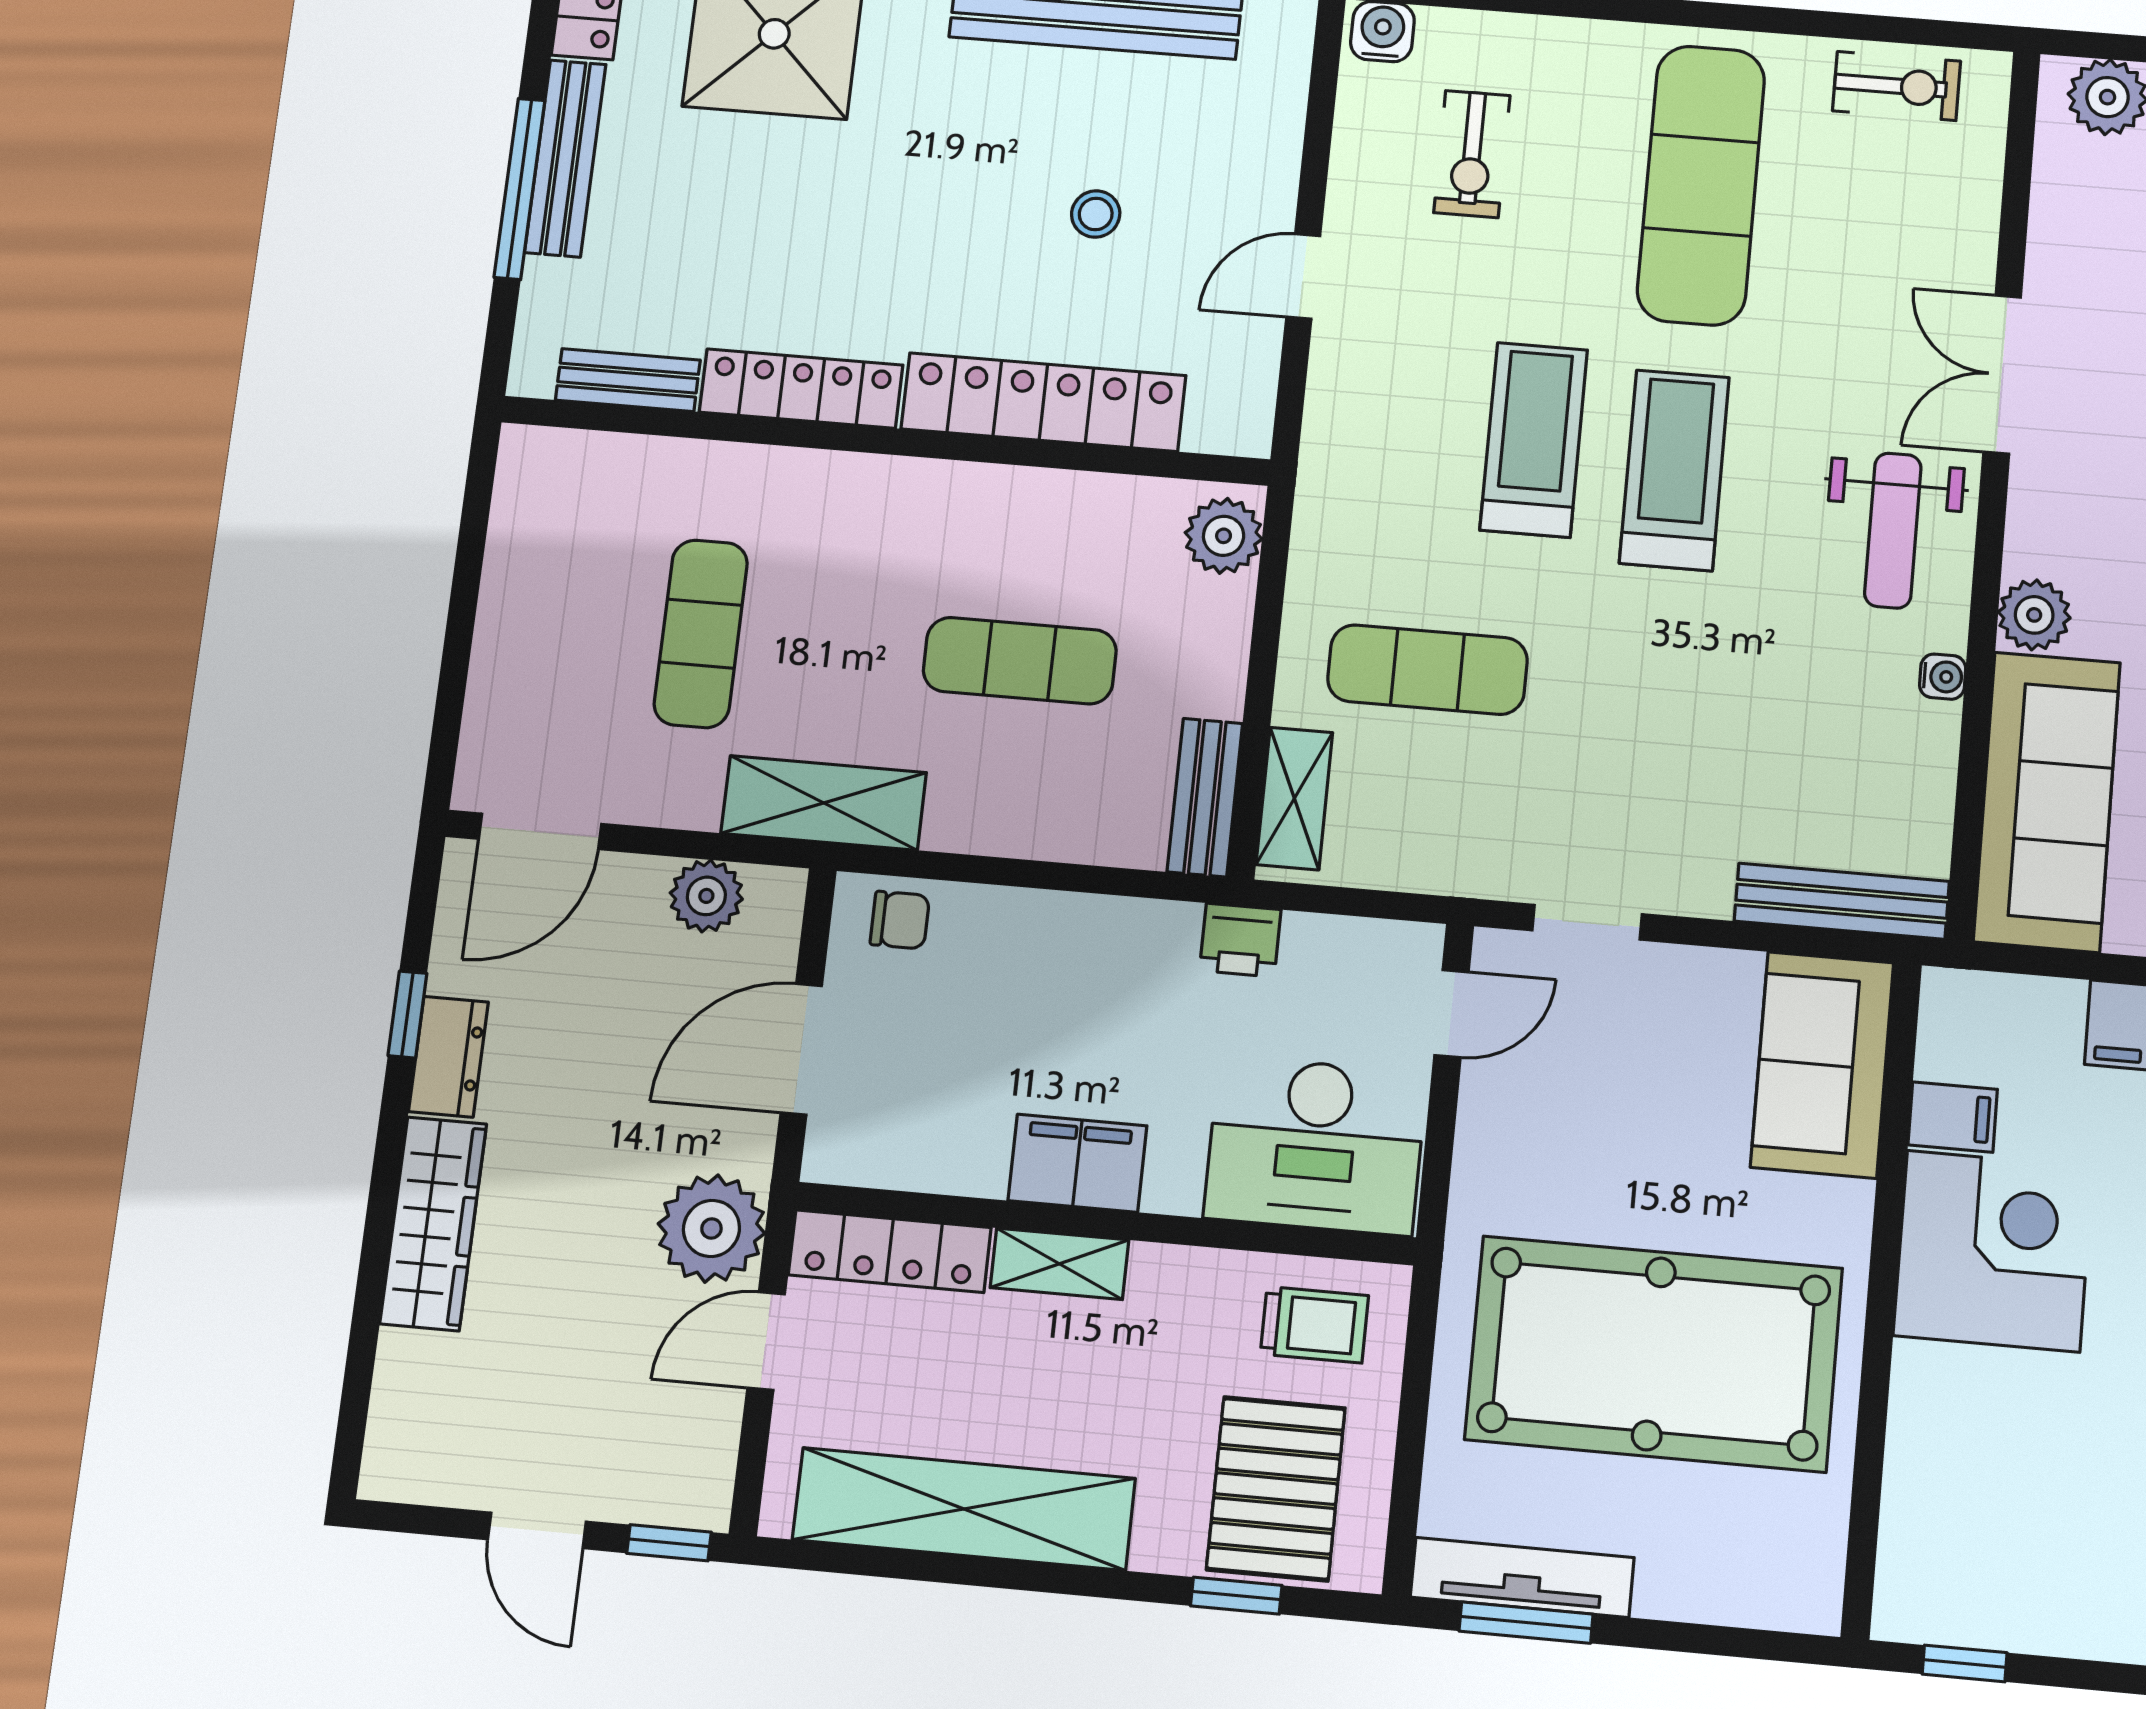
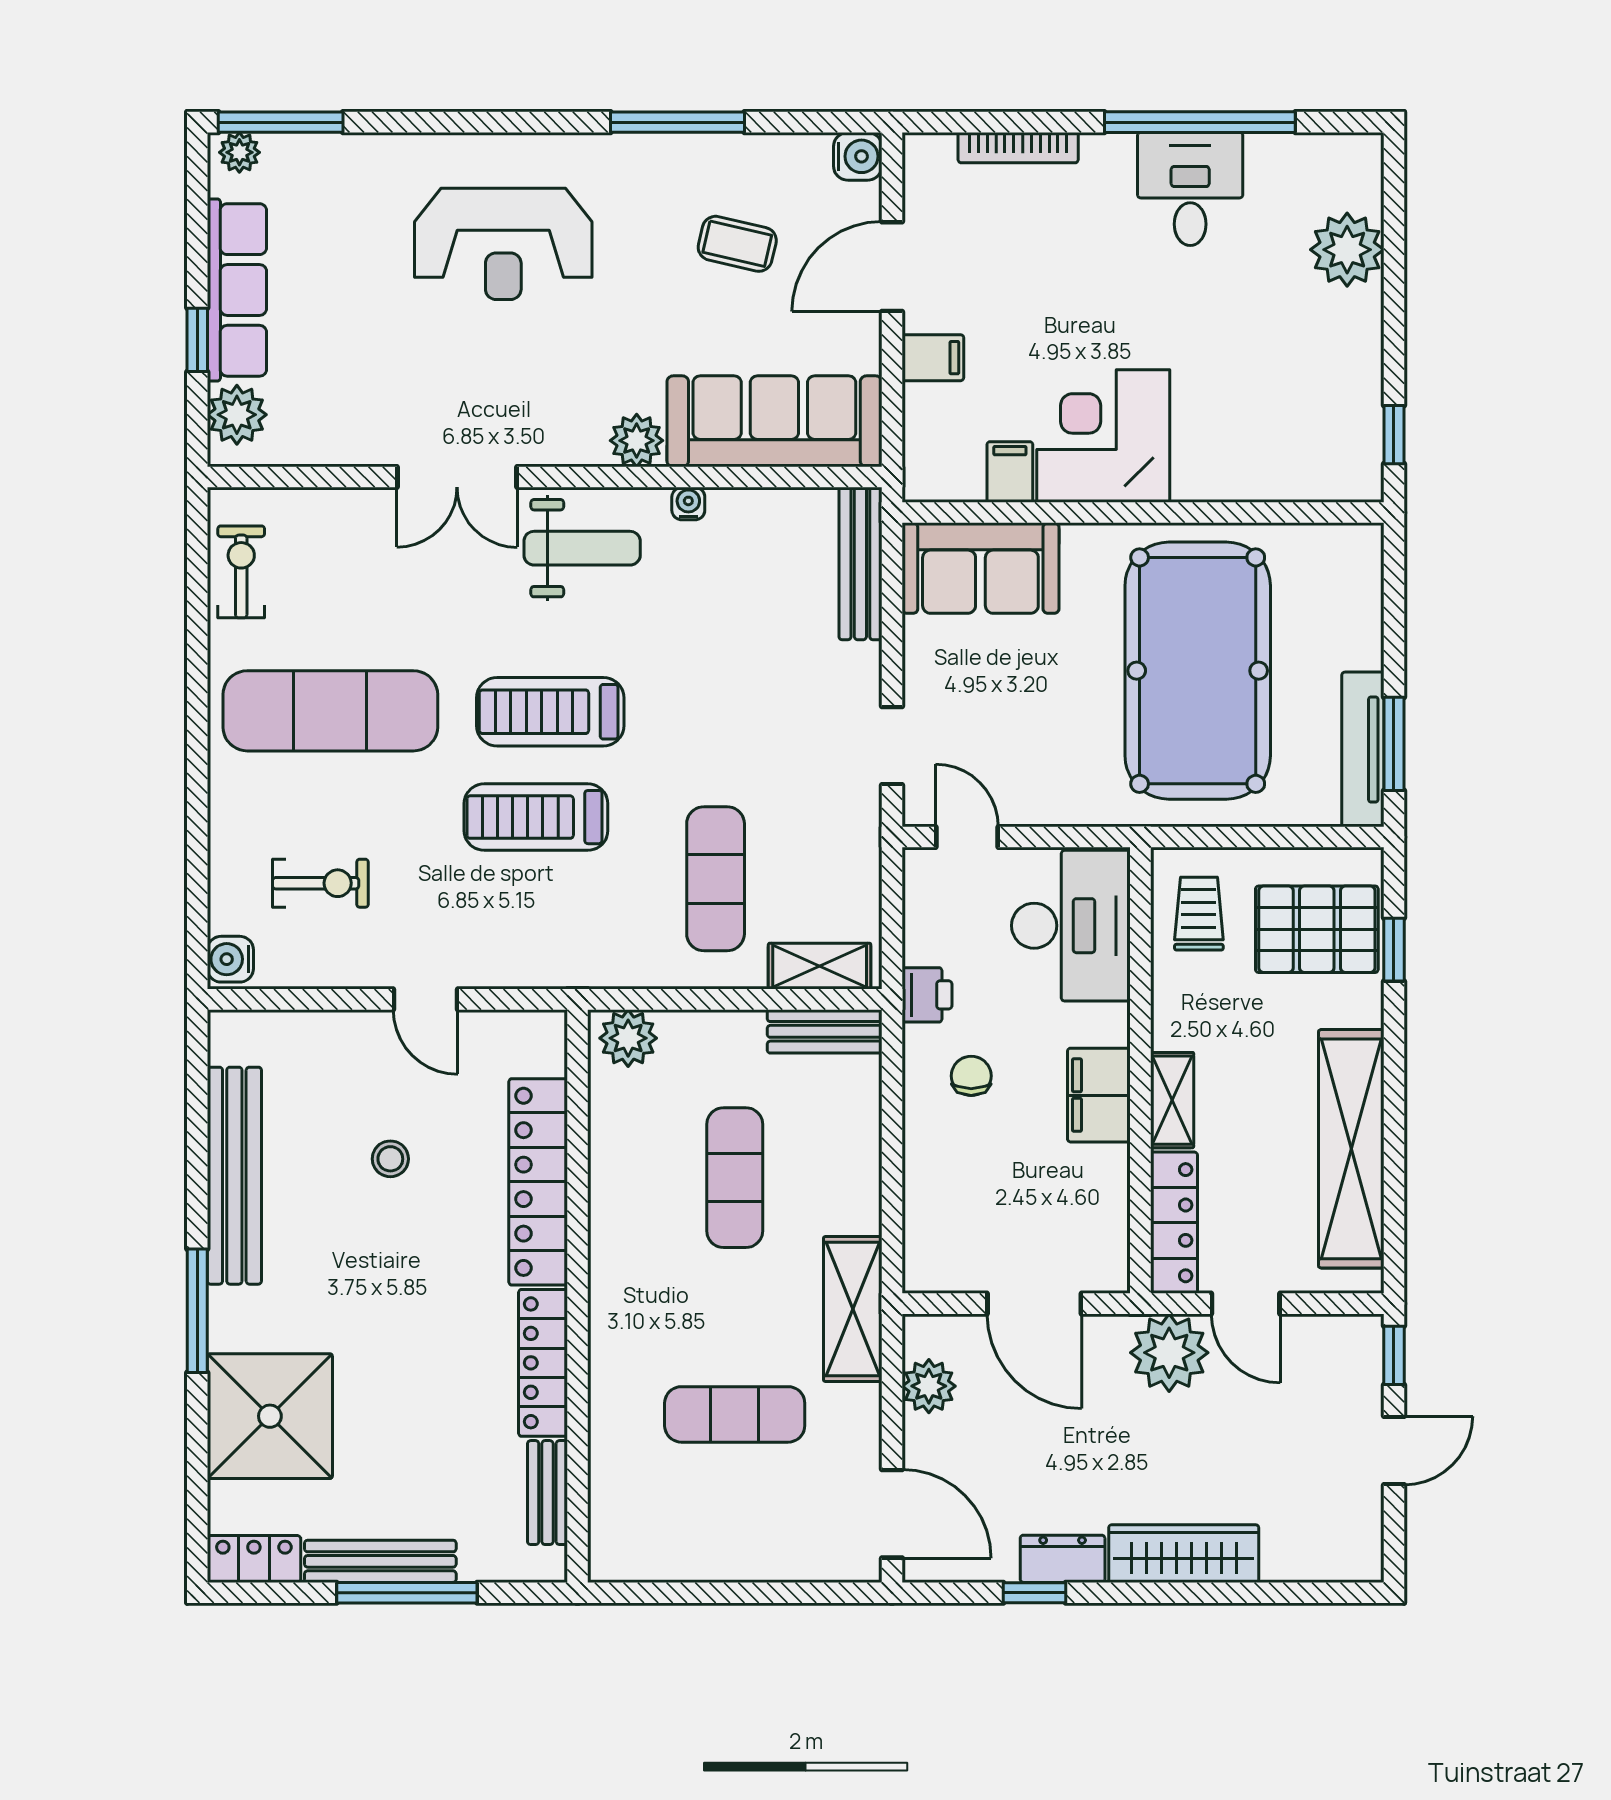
chair: (900, 920) -> (971, 1076), moved

